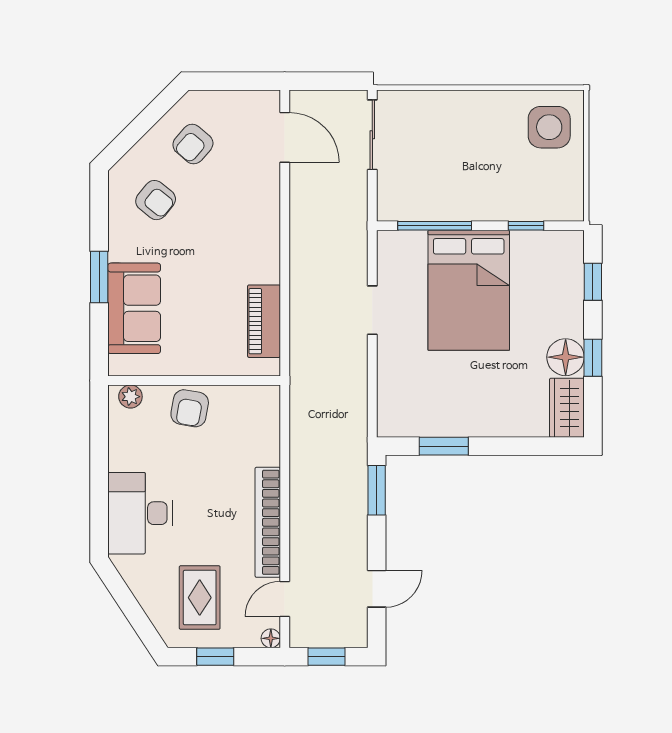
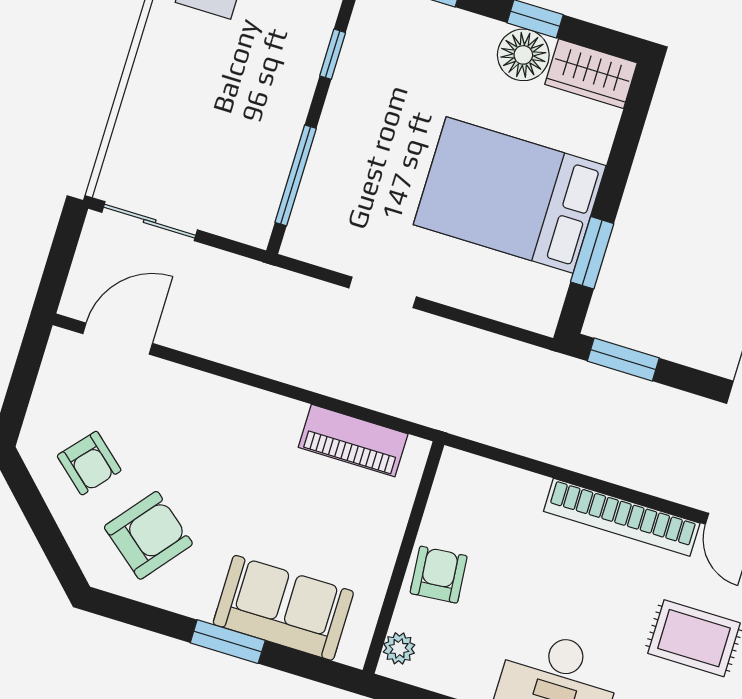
armchair: (156, 200) -> (148, 535), width x1.38, depth x1.38
bed: (469, 290) -> (510, 195), moved, turned 180
armchair: (190, 408) -> (439, 575), turned -105

